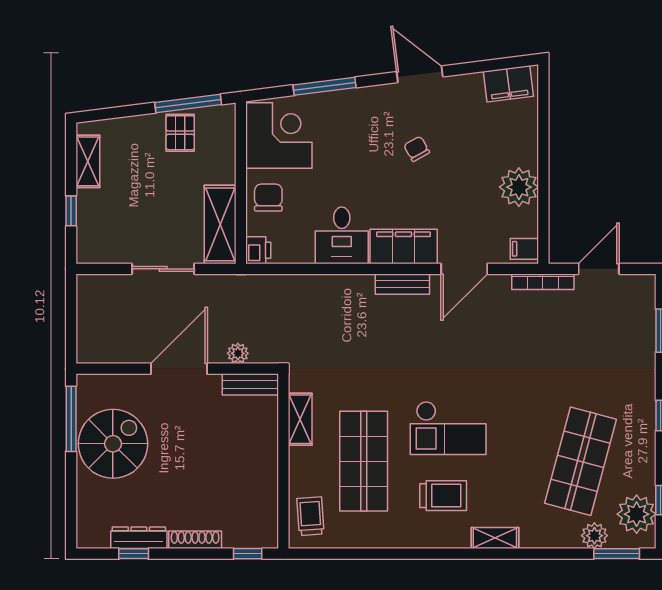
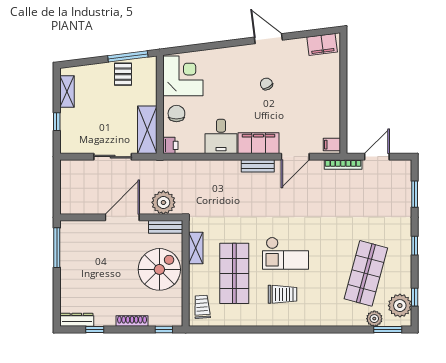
window: (324, 86) -> (211, 46), removed
plant: (519, 187) -> (328, 107), removed
plant: (238, 353) -> (163, 202), width x1.88, depth x1.88
spiral stairs: (113, 444) -> (159, 269), moved
dresser: (139, 538) -> (77, 320), moved
shelving: (495, 538) -> (314, 320), removed

